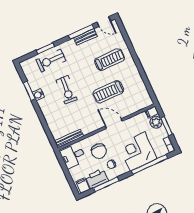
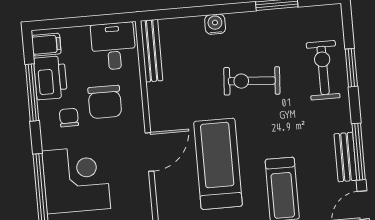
treadmill: (108, 92) -> (218, 164), width x1.37, depth x1.38
water cooler: (38, 95) -> (215, 24), moved
chair: (99, 151) -> (105, 102), turned -97

